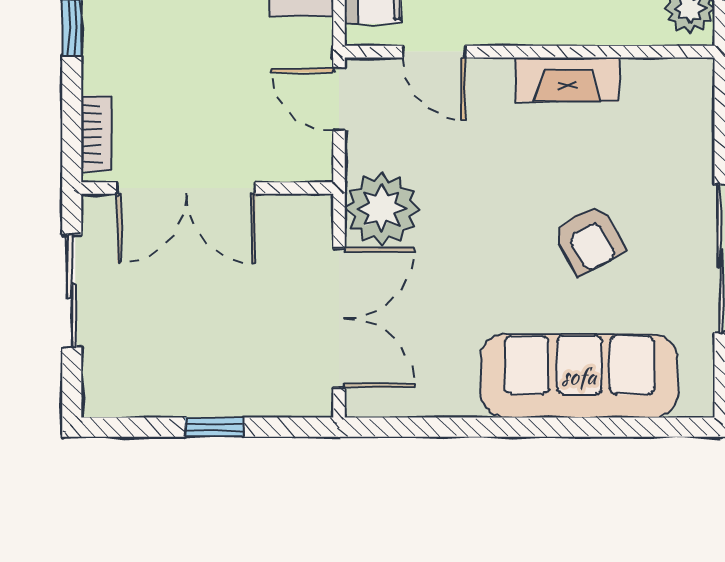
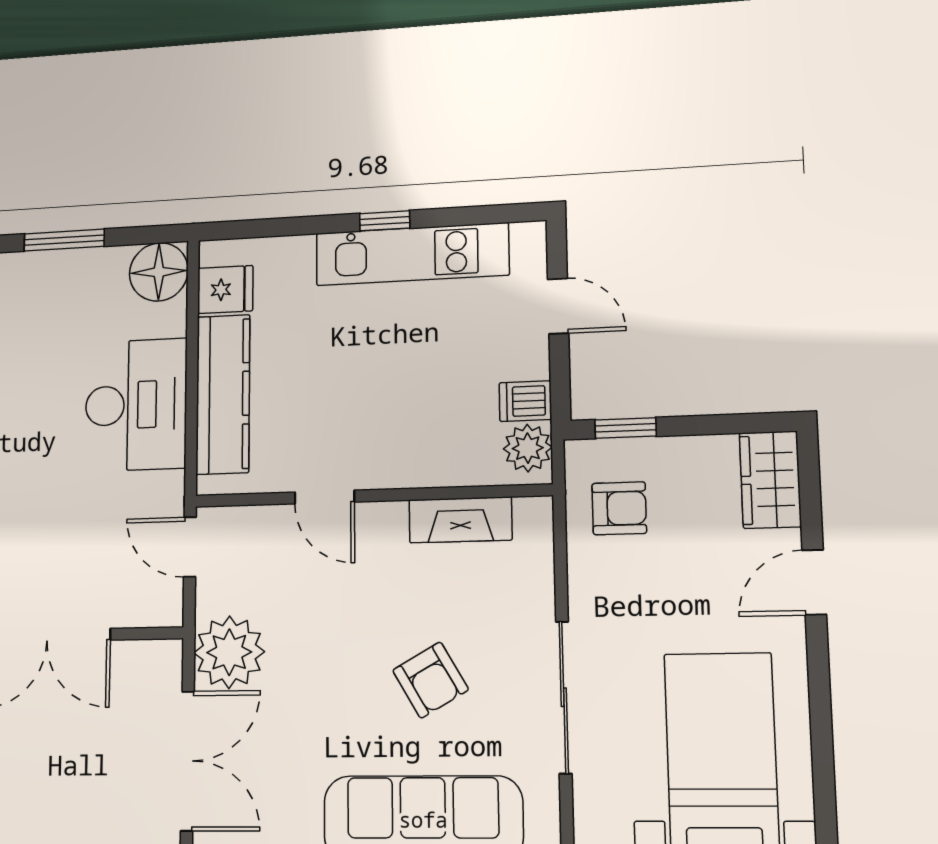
door: (434, 52) -> (325, 497), moved
fireplace: (567, 79) -> (460, 520), moved

